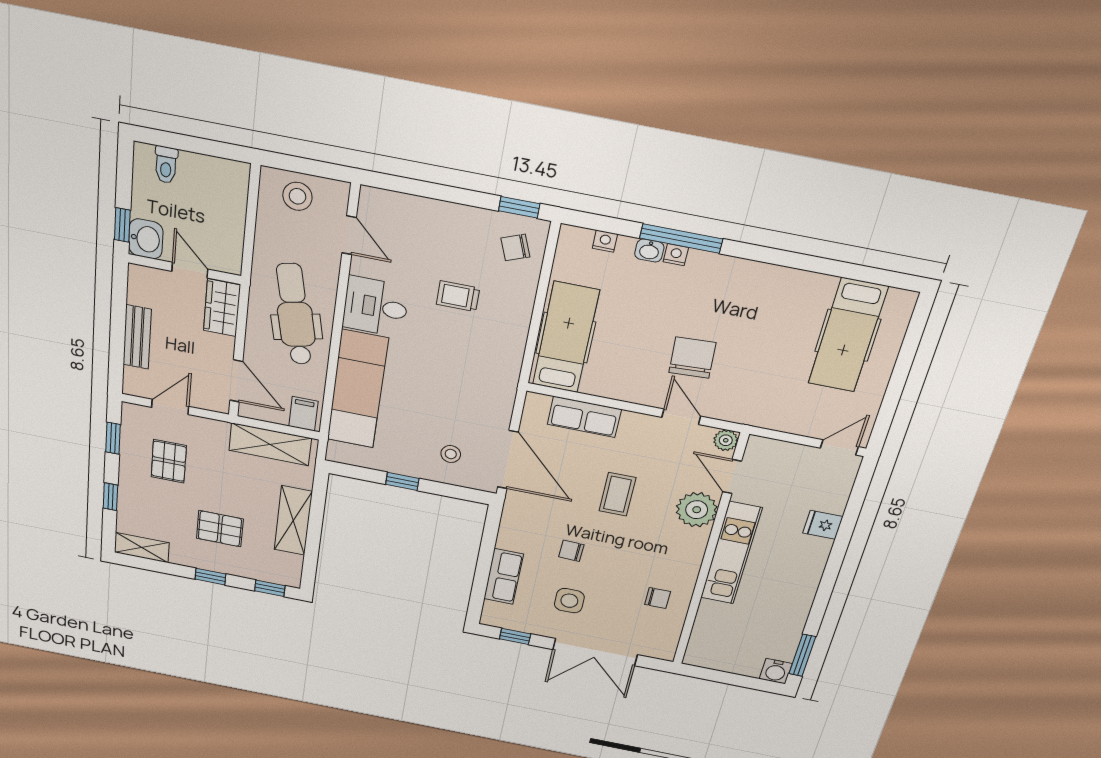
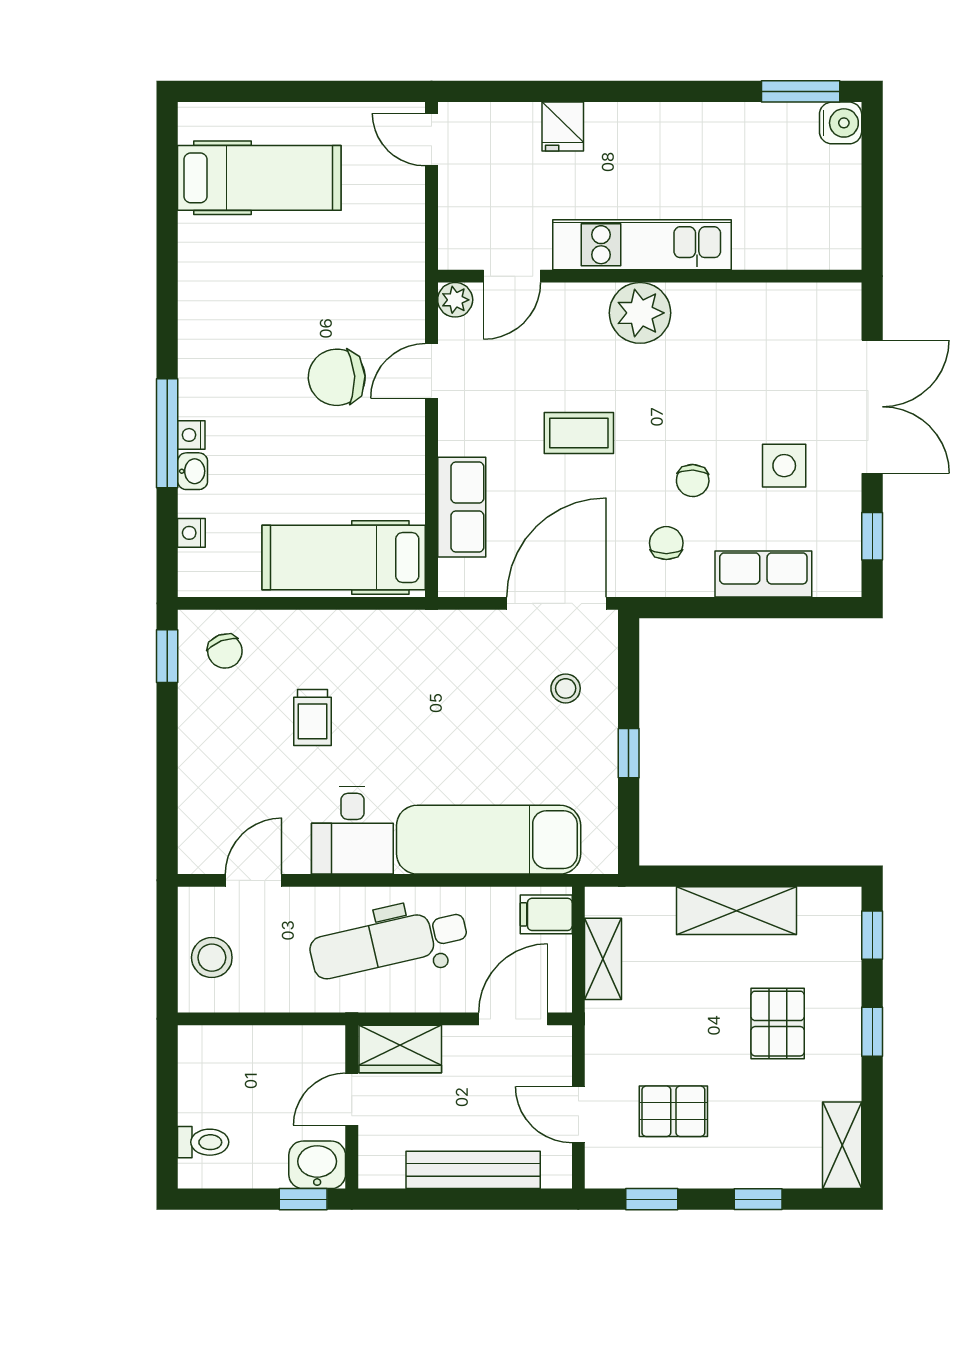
bench: (137, 337) -> (473, 1170), width x1.36
shelving: (270, 444) -> (603, 959), width x0.67, depth x0.75
plant: (697, 510) -> (640, 313), moved
chair: (658, 598) -> (666, 543), moved

